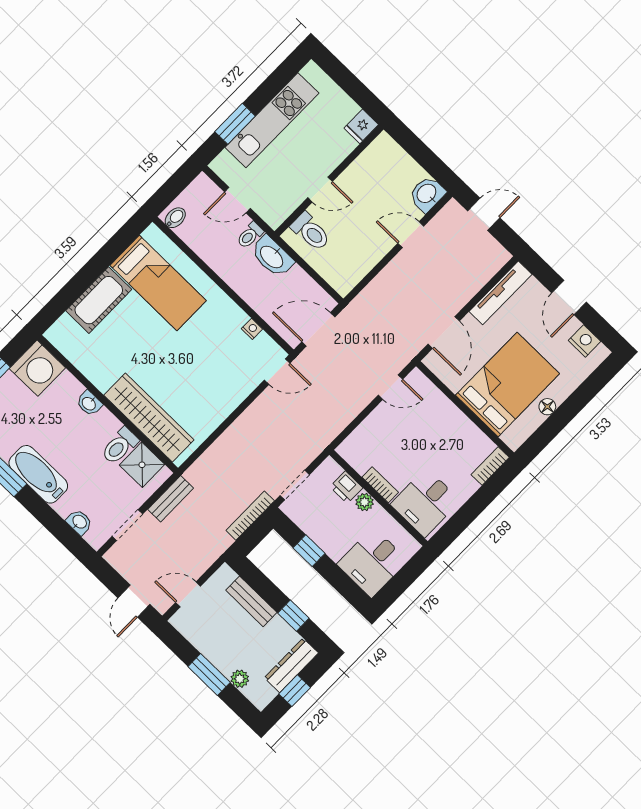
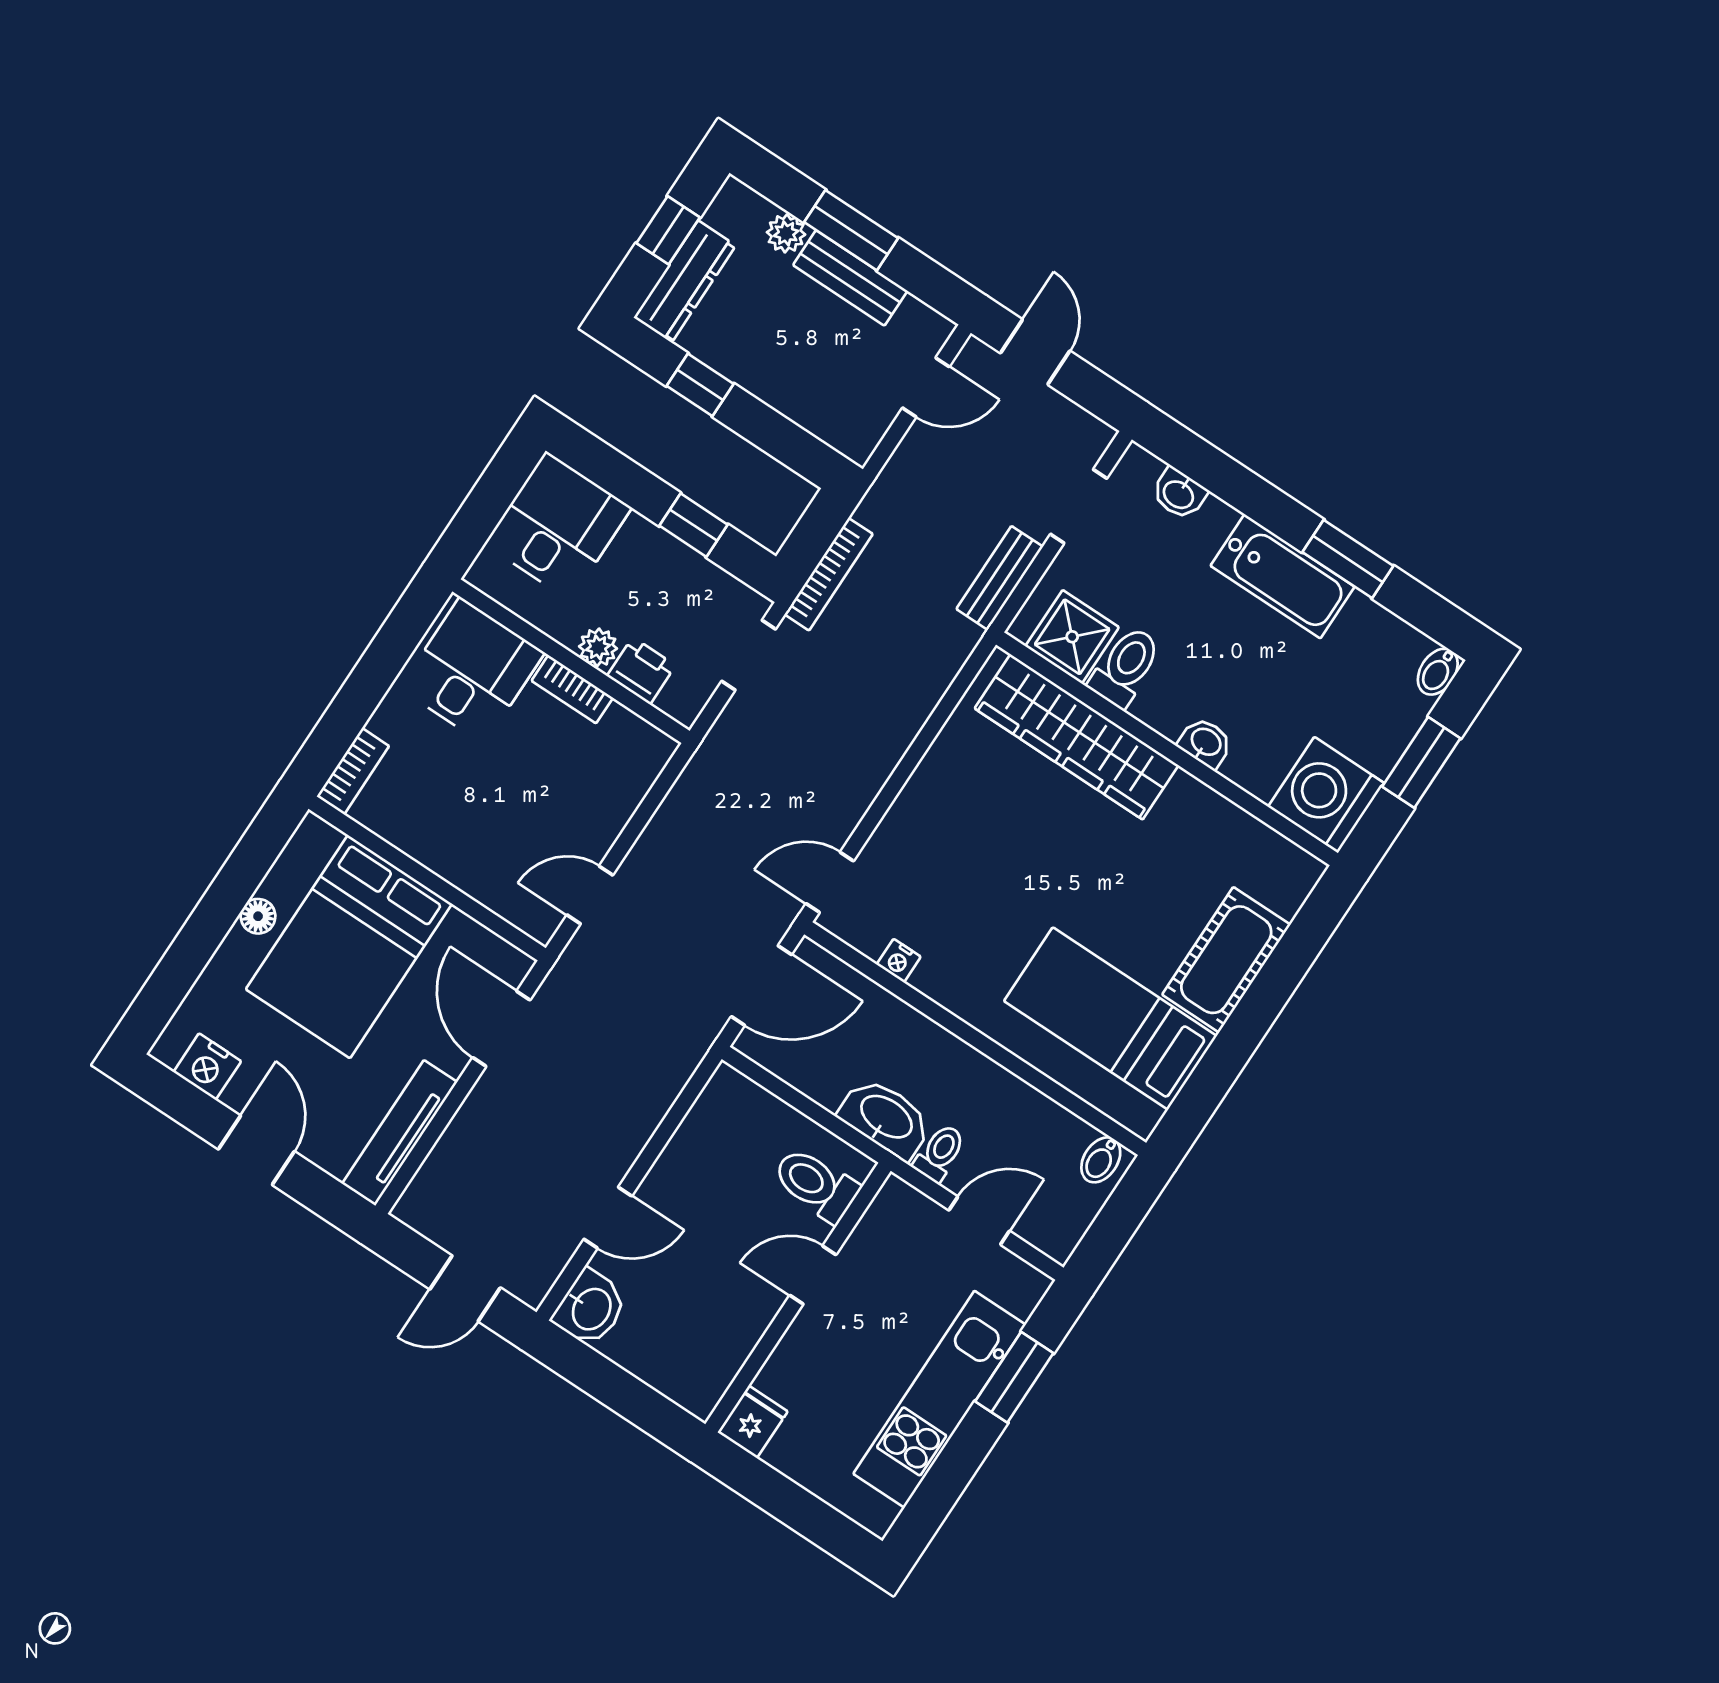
bench: (251, 601) -> (850, 278), moved

